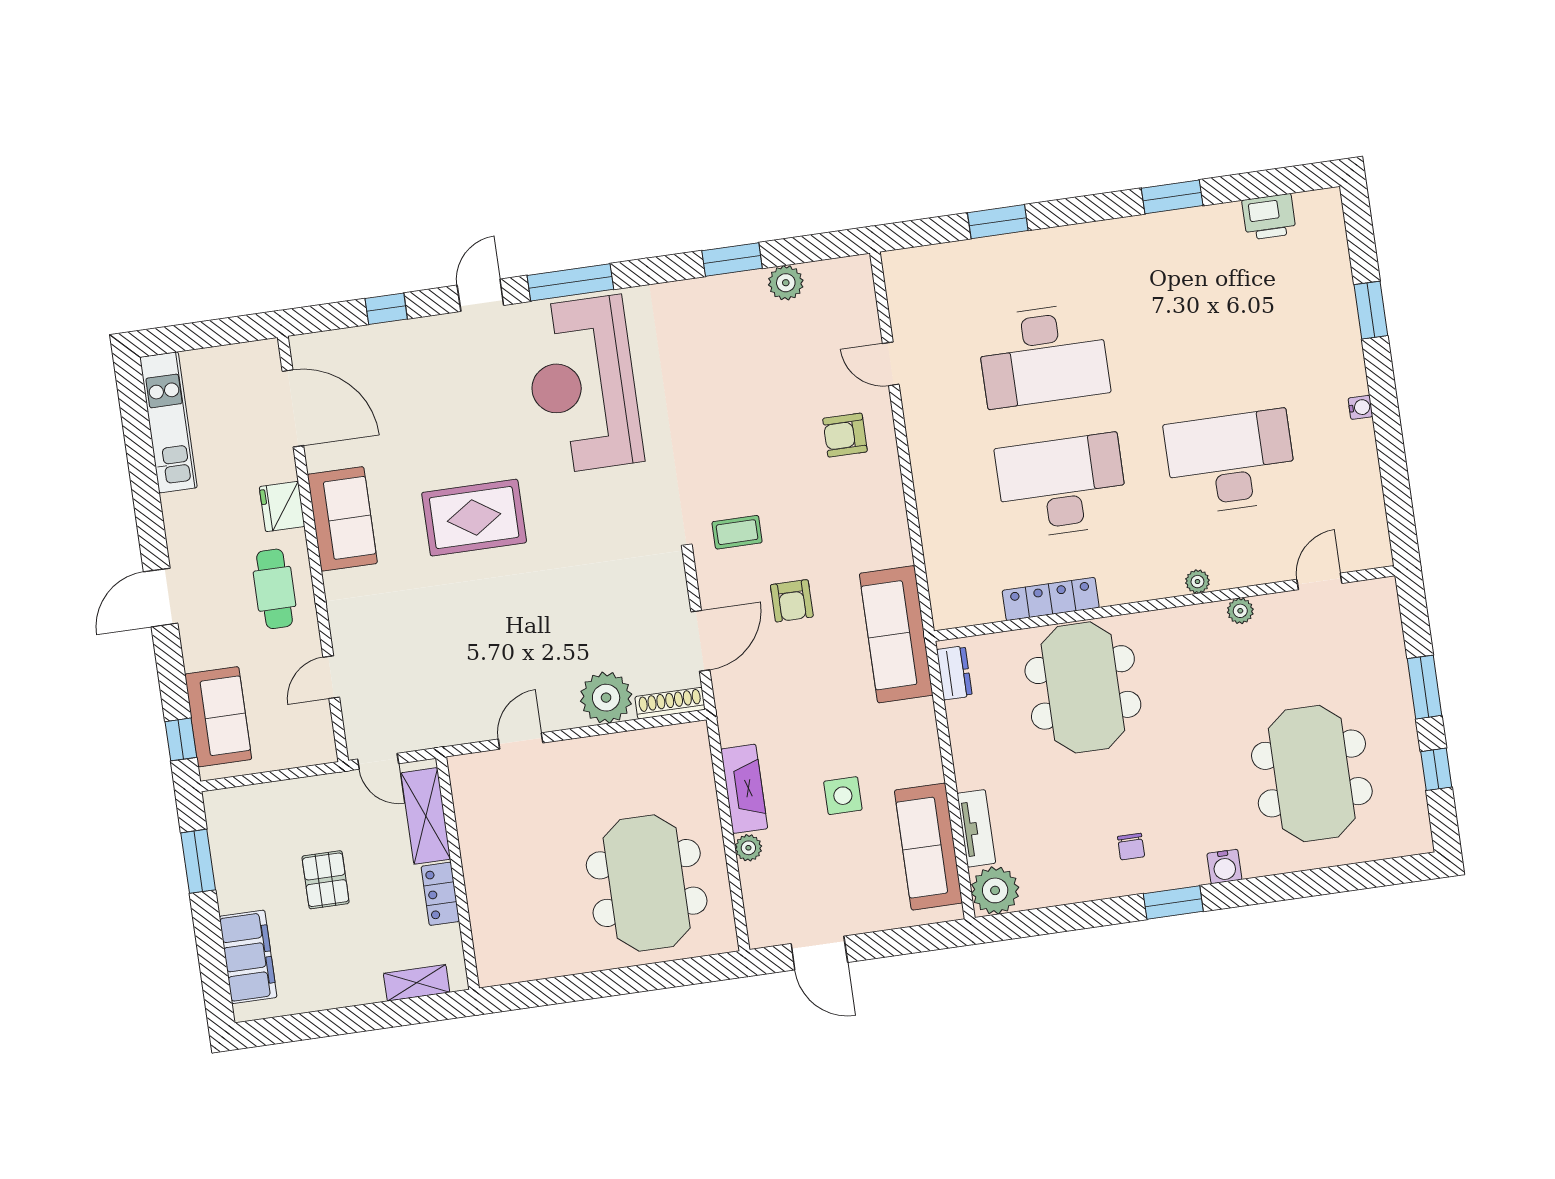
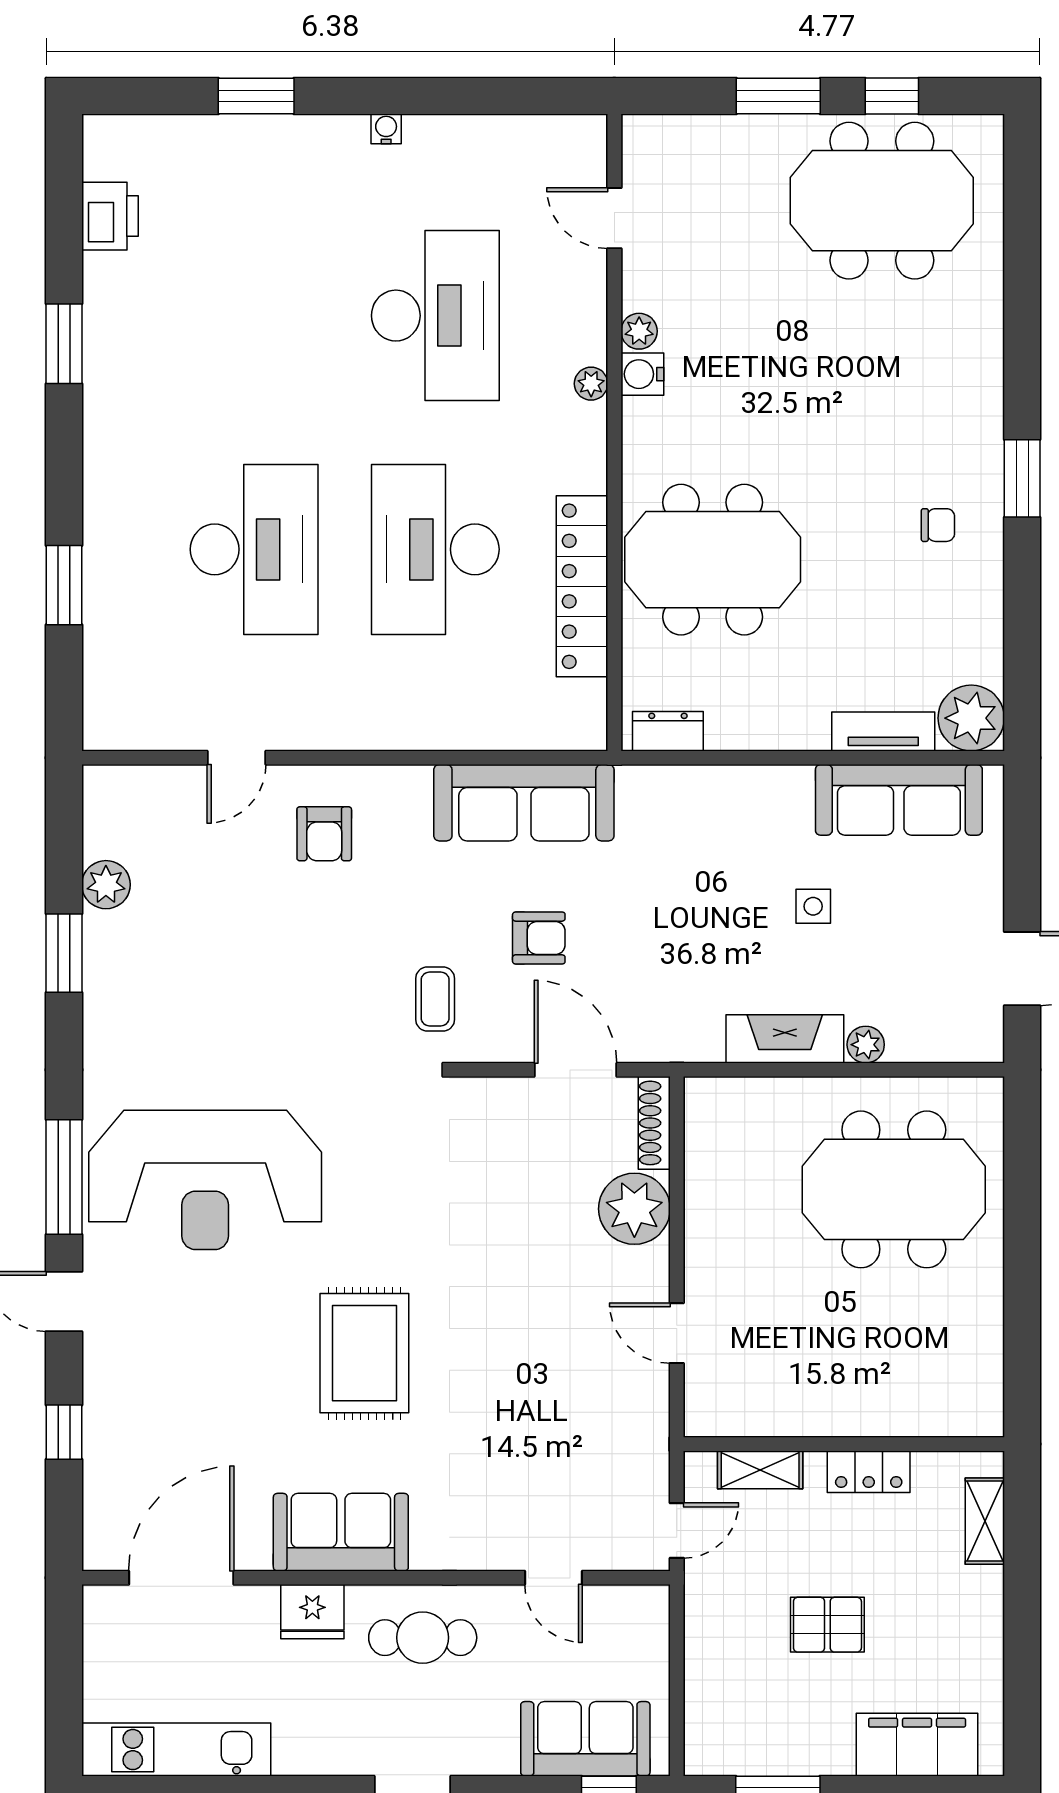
desk: (1231, 462) -> (435, 316), turned 180
locker: (1051, 599) -> (582, 586), width x1.41, depth x1.21
sofa: (896, 634) -> (524, 803), moved
meeting table: (1312, 773) -> (882, 201), moved
side table: (843, 796) -> (813, 906), width x0.73, depth x0.73
shelving: (426, 816) -> (760, 1470), width x0.67, depth x0.75
water cooler: (1224, 867) -> (642, 374), moved, turned 180

